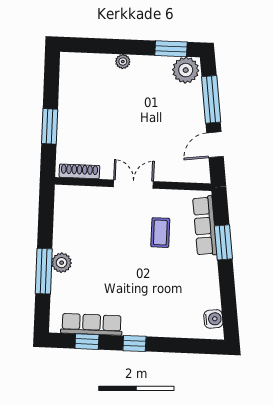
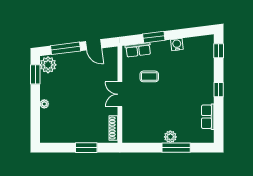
row of seats: (205, 226) -> (138, 50), width x0.68
water cooler: (213, 319) -> (177, 45), moved
row of seats: (91, 324) -> (208, 117), width x0.68
window: (87, 342) -> (219, 51), moved

